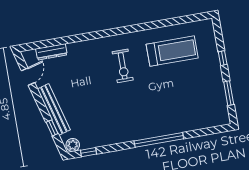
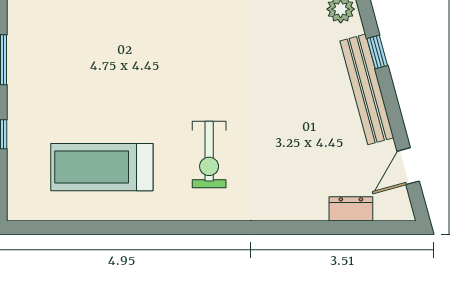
dresser: (51, 52) -> (351, 209), width x0.70
exercise bike: (123, 66) -> (209, 154), turned 180

